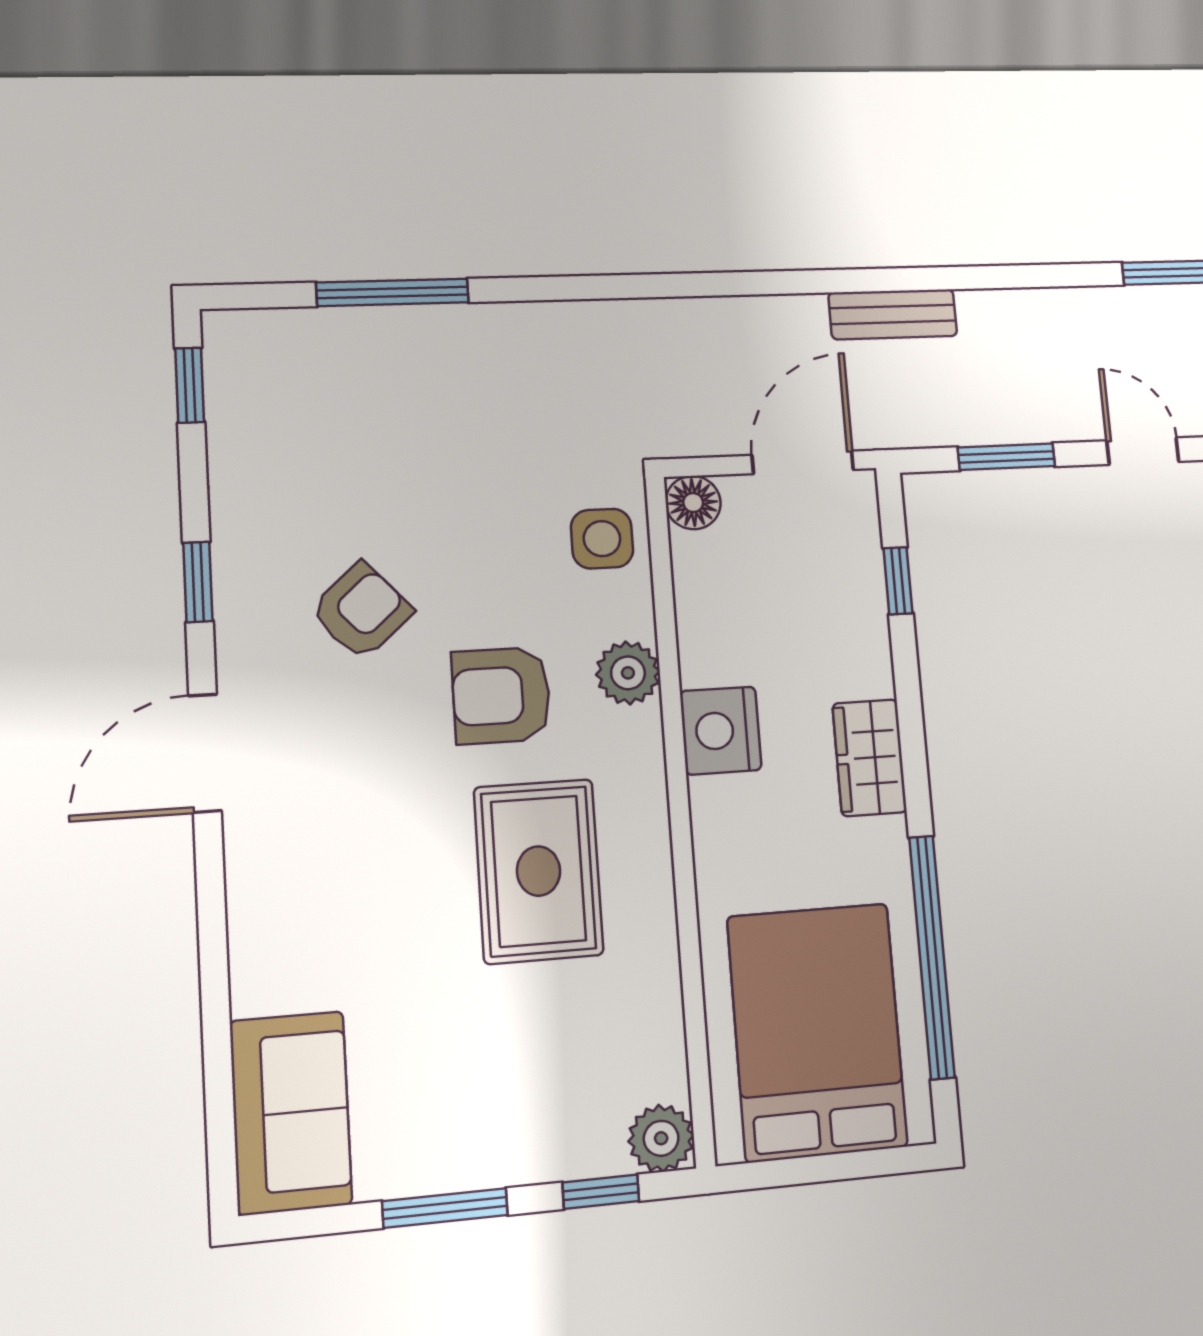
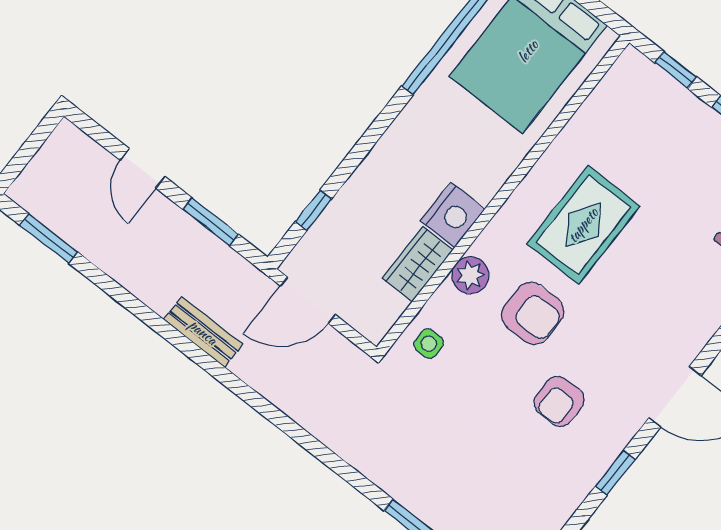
floor lamp: (693, 503) -> (374, 325), removed
side table: (602, 539) -> (429, 344), width x0.73, depth x0.73
armchair: (361, 611) -> (559, 401), turned -48
wardrobe: (870, 758) -> (418, 264), moved, turned 180
plant: (661, 1138) -> (632, 68), removed

